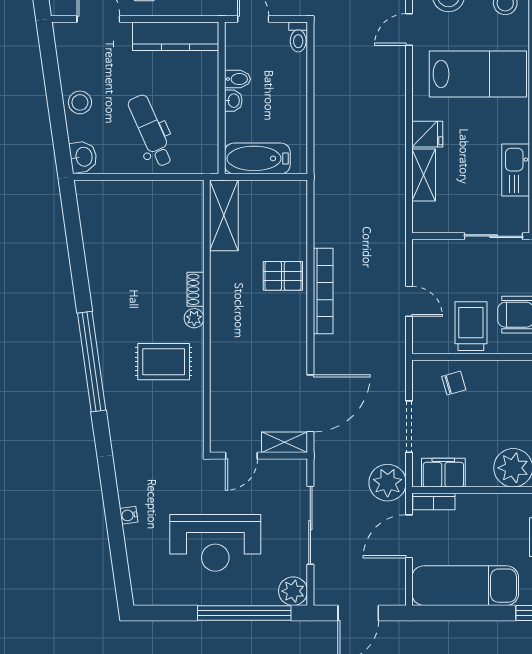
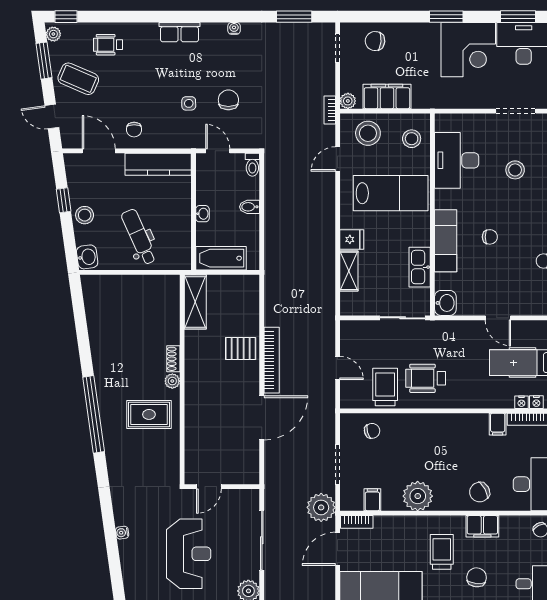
bidet: (237, 79) -> (250, 207), moved, turned 180
window: (53, 83) -> (64, 200), added
door: (310, 403) -> (262, 418), moved
shelving: (284, 442) -> (242, 476), removed
filing cabinet: (443, 473) -> (372, 500), width x0.50
reception desk: (215, 543) -> (189, 554), turned -90

